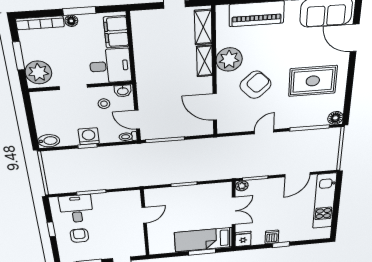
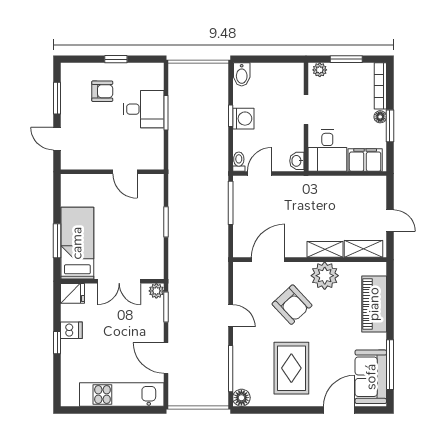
plant: (38, 72) -> (320, 70), width x0.53, depth x0.53
stool: (104, 104) -> (283, 139), removed
desk: (76, 209) -> (144, 109), moved

